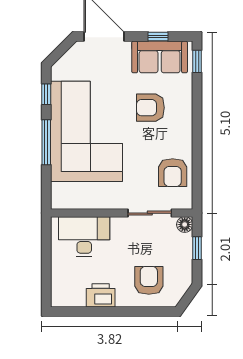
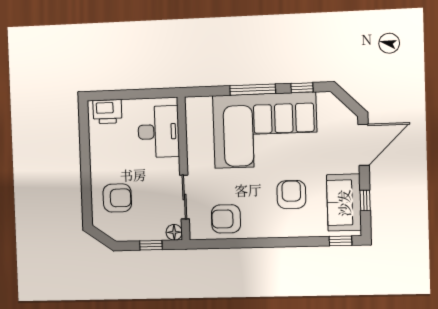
printer: (101, 295) -> (107, 112), moved, turned 90

